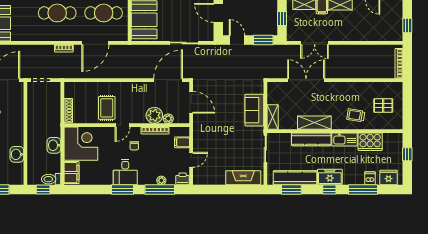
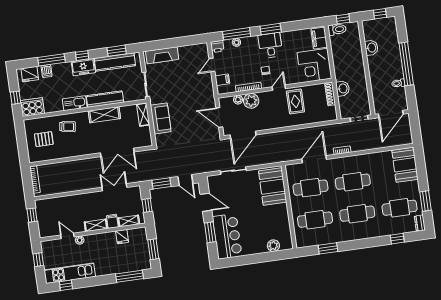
cooker: (370, 142) -> (32, 107), moved
washbasin: (54, 145) -> (343, 88), moved

